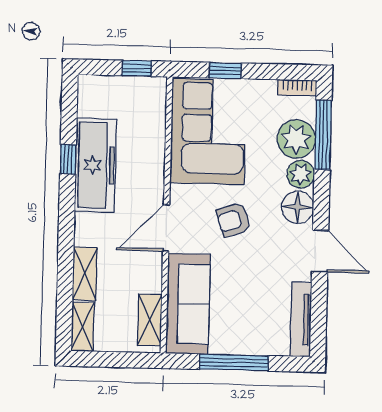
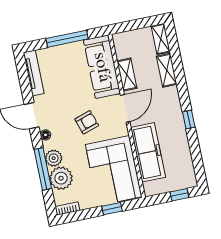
window: (137, 68) -> (179, 195), moved
window: (323, 135) -> (43, 169), moved
window: (68, 159) -> (189, 119), moved
freezer: (95, 165) -> (148, 152), moved, turned 180
floor lamp: (298, 207) -> (46, 135), width x0.53, depth x0.53
shelving: (150, 320) -> (127, 75), moved

